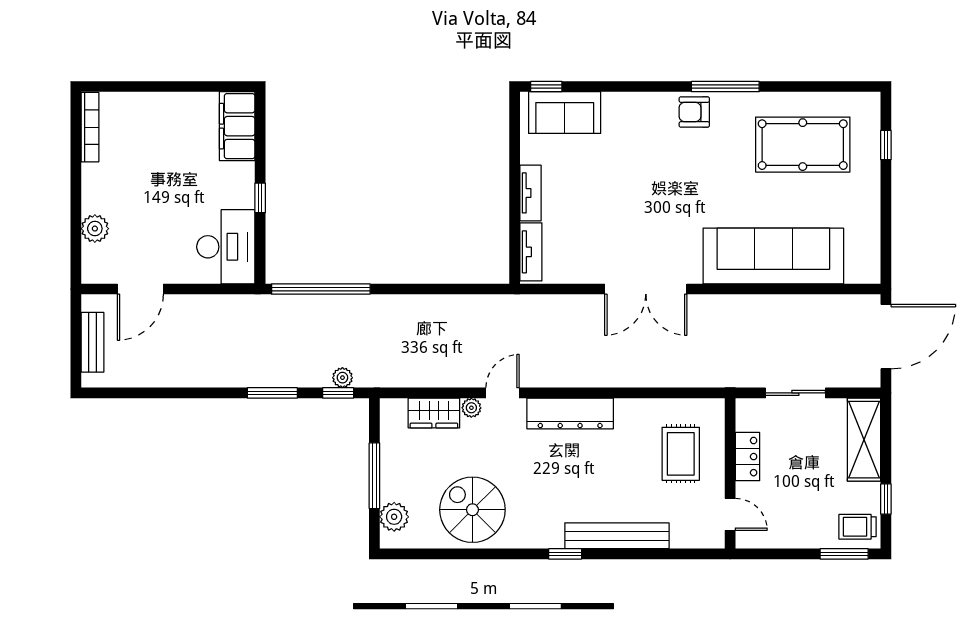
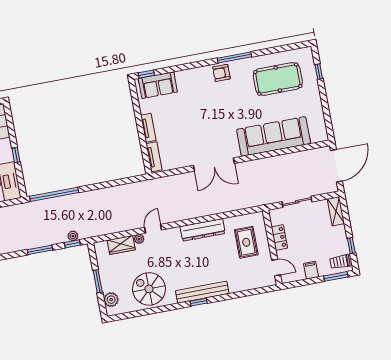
dresser: (570, 414) -> (203, 230), moved
shelving: (864, 440) -> (336, 211), width x0.67, depth x0.75
window: (374, 476) -> (98, 281), width x0.69
filing cabinet: (798, 532) -> (311, 270), added
bench: (617, 536) -> (202, 292), moved

